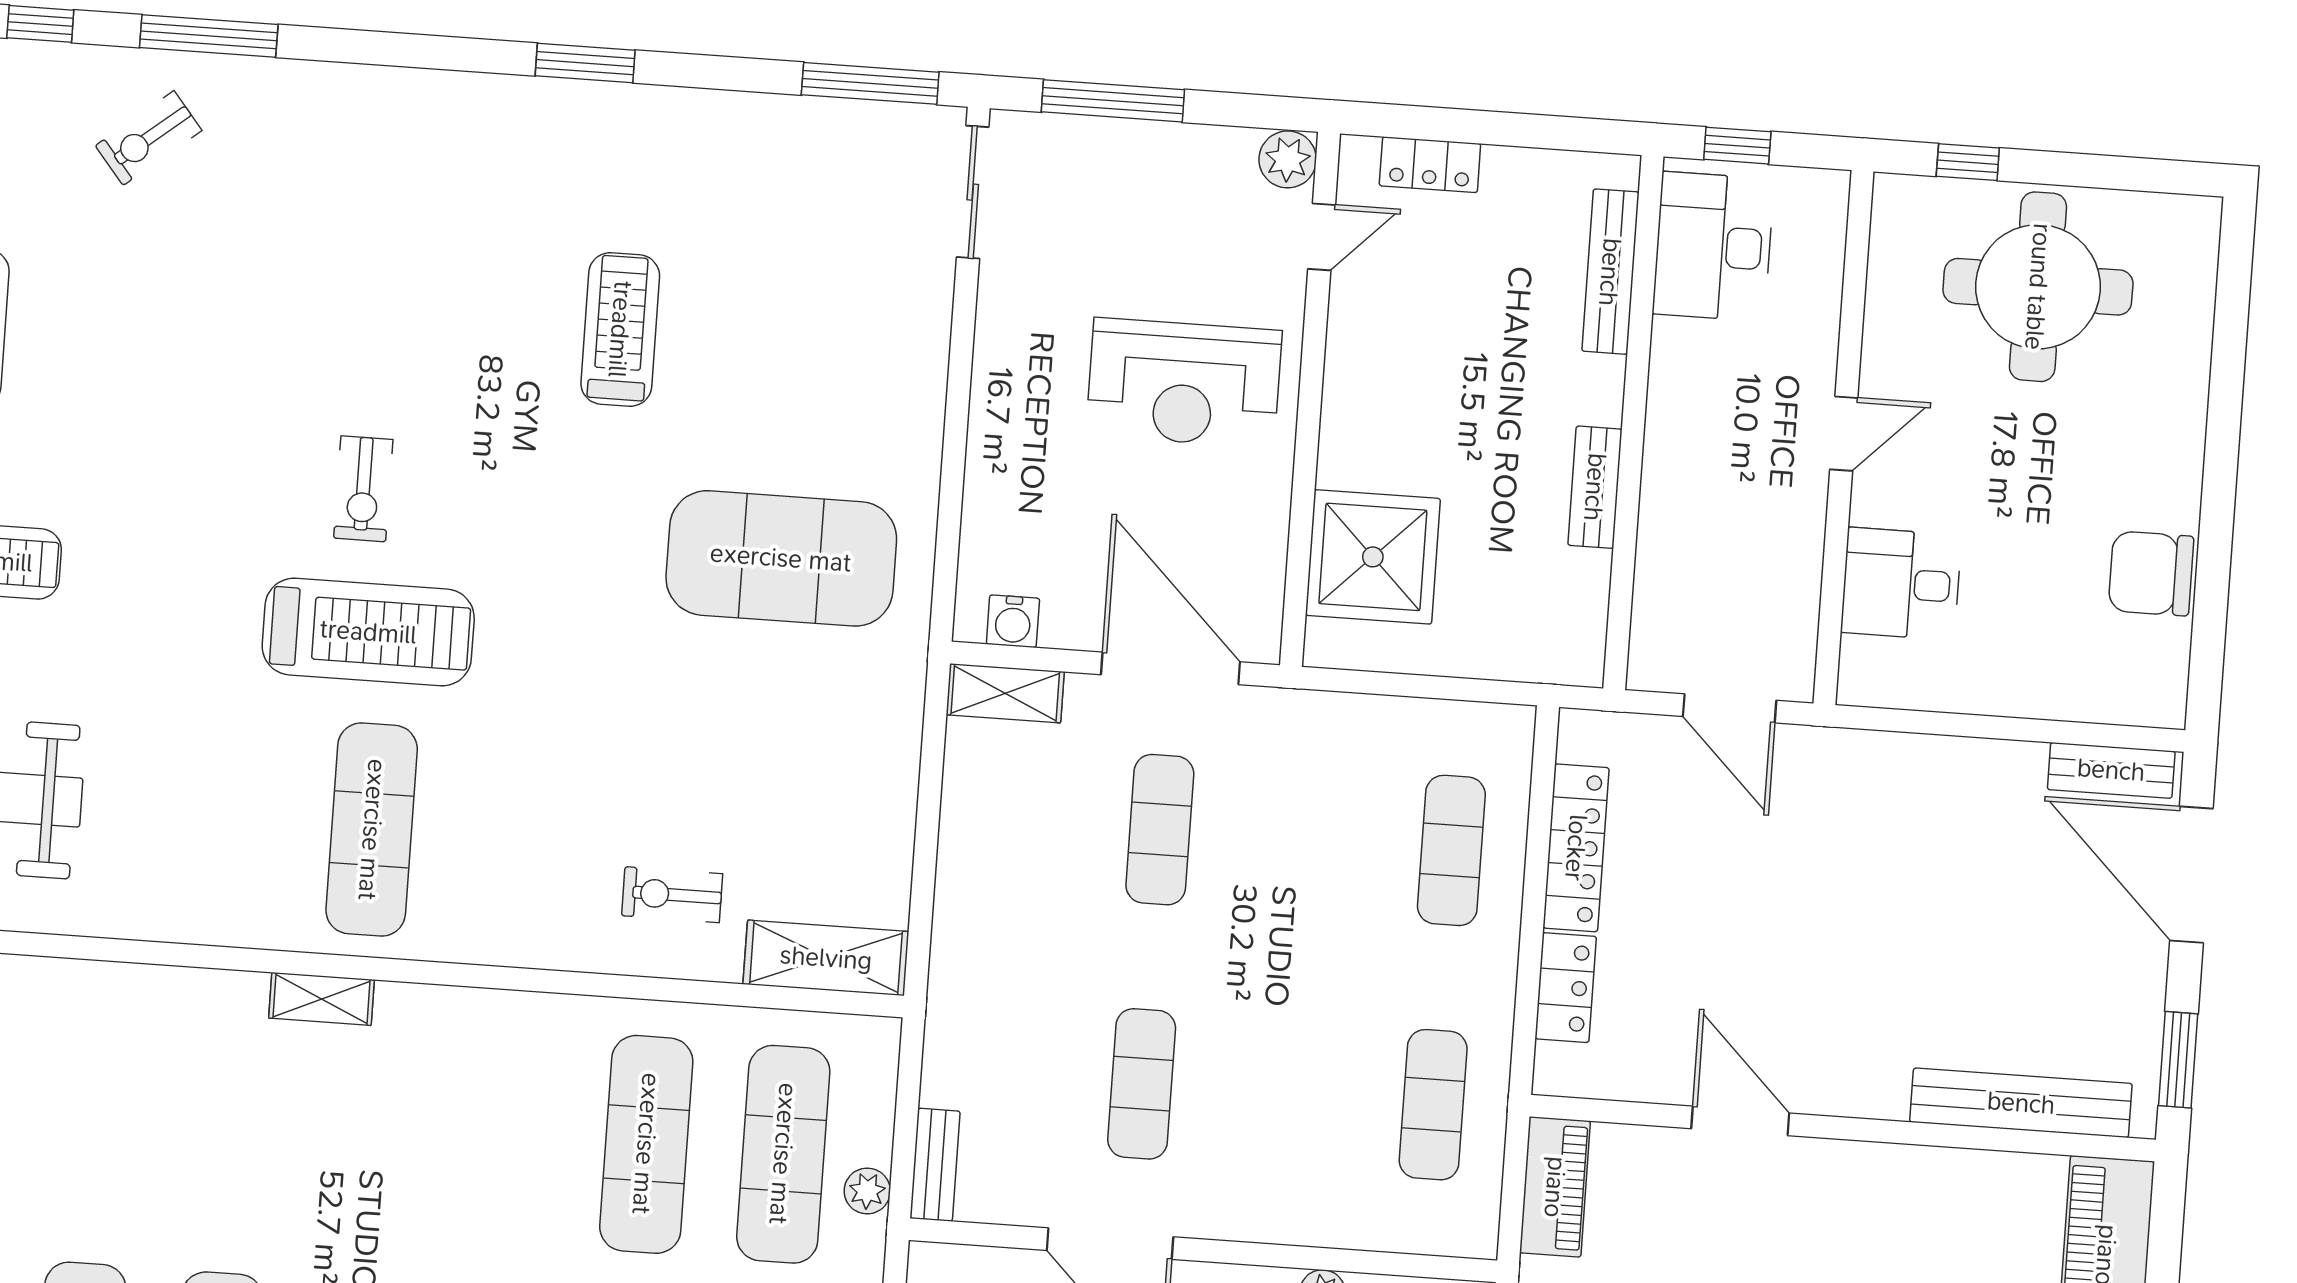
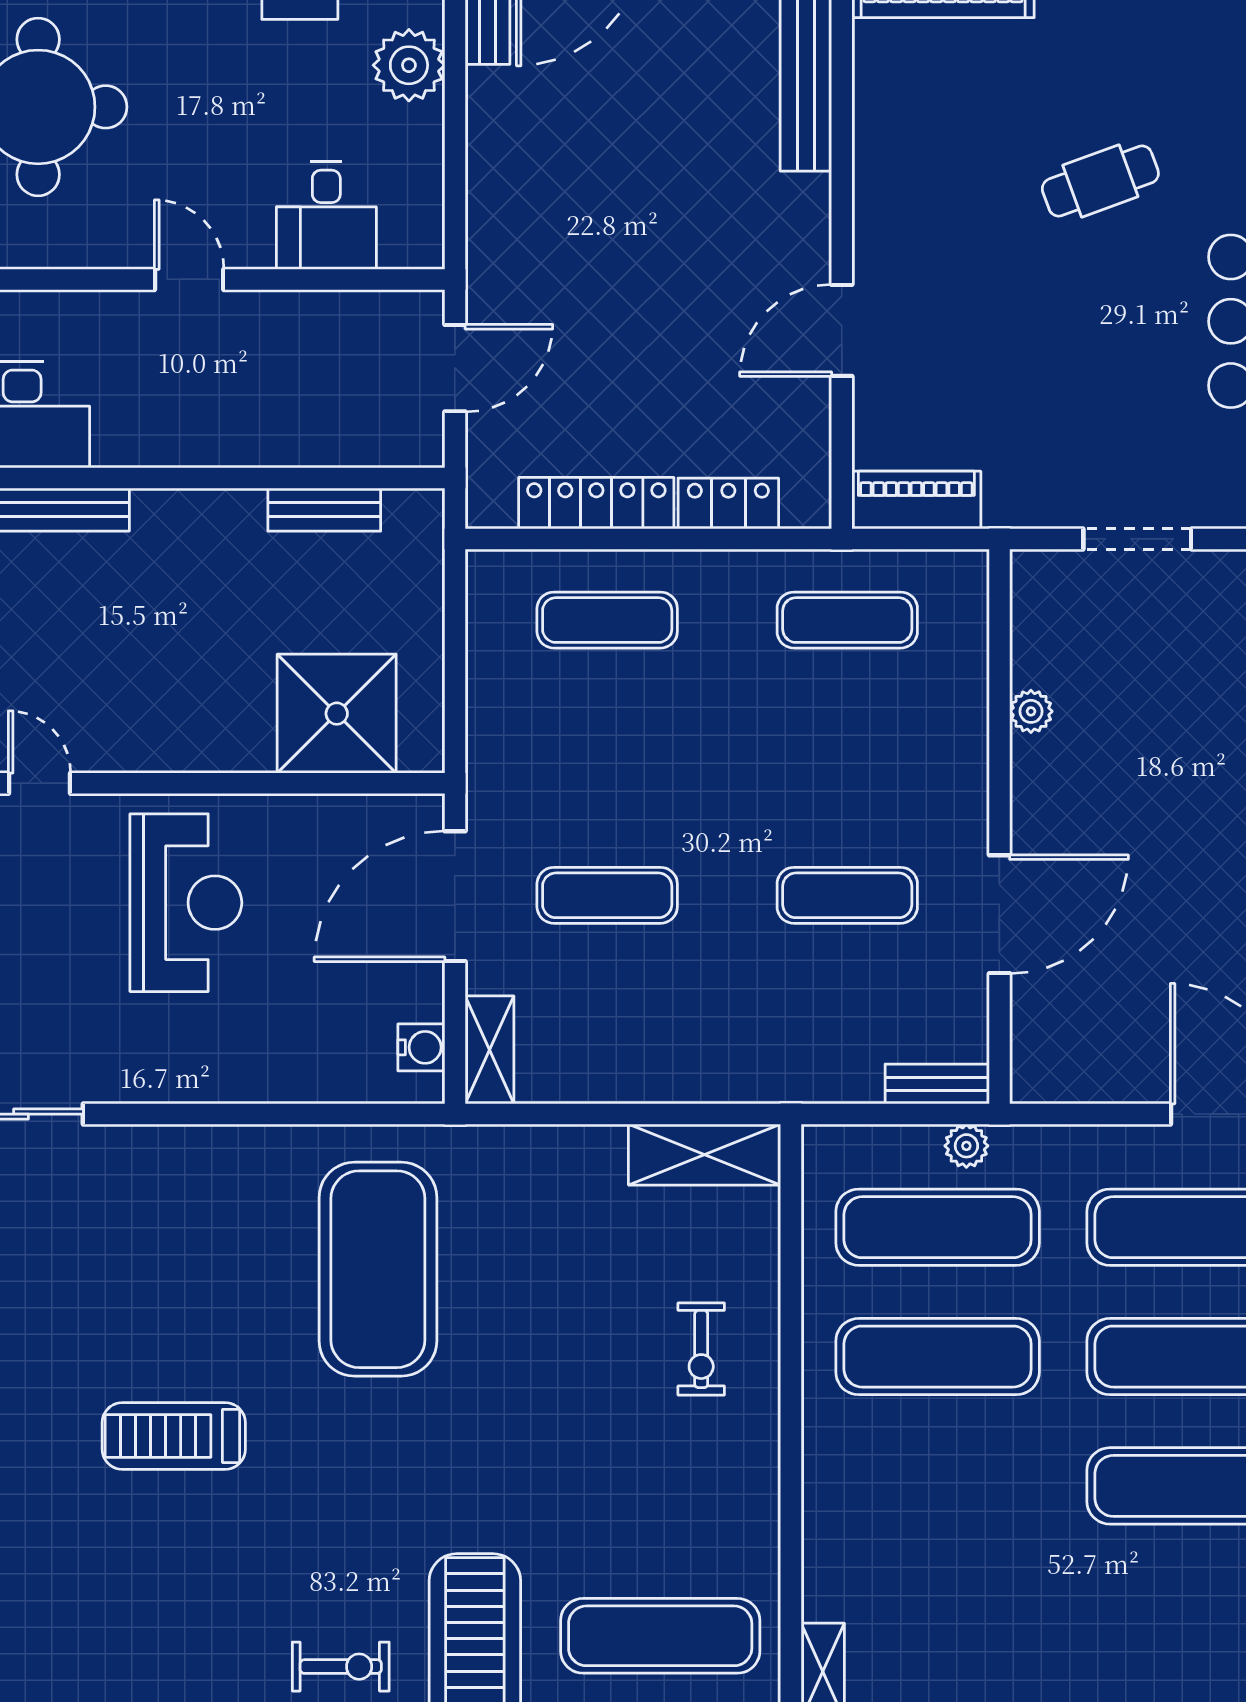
bench: (1595, 487) -> (324, 510), moved
plant: (2054, 683) -> (409, 65), added
shelving: (826, 958) -> (705, 1155), moved, turned 90

